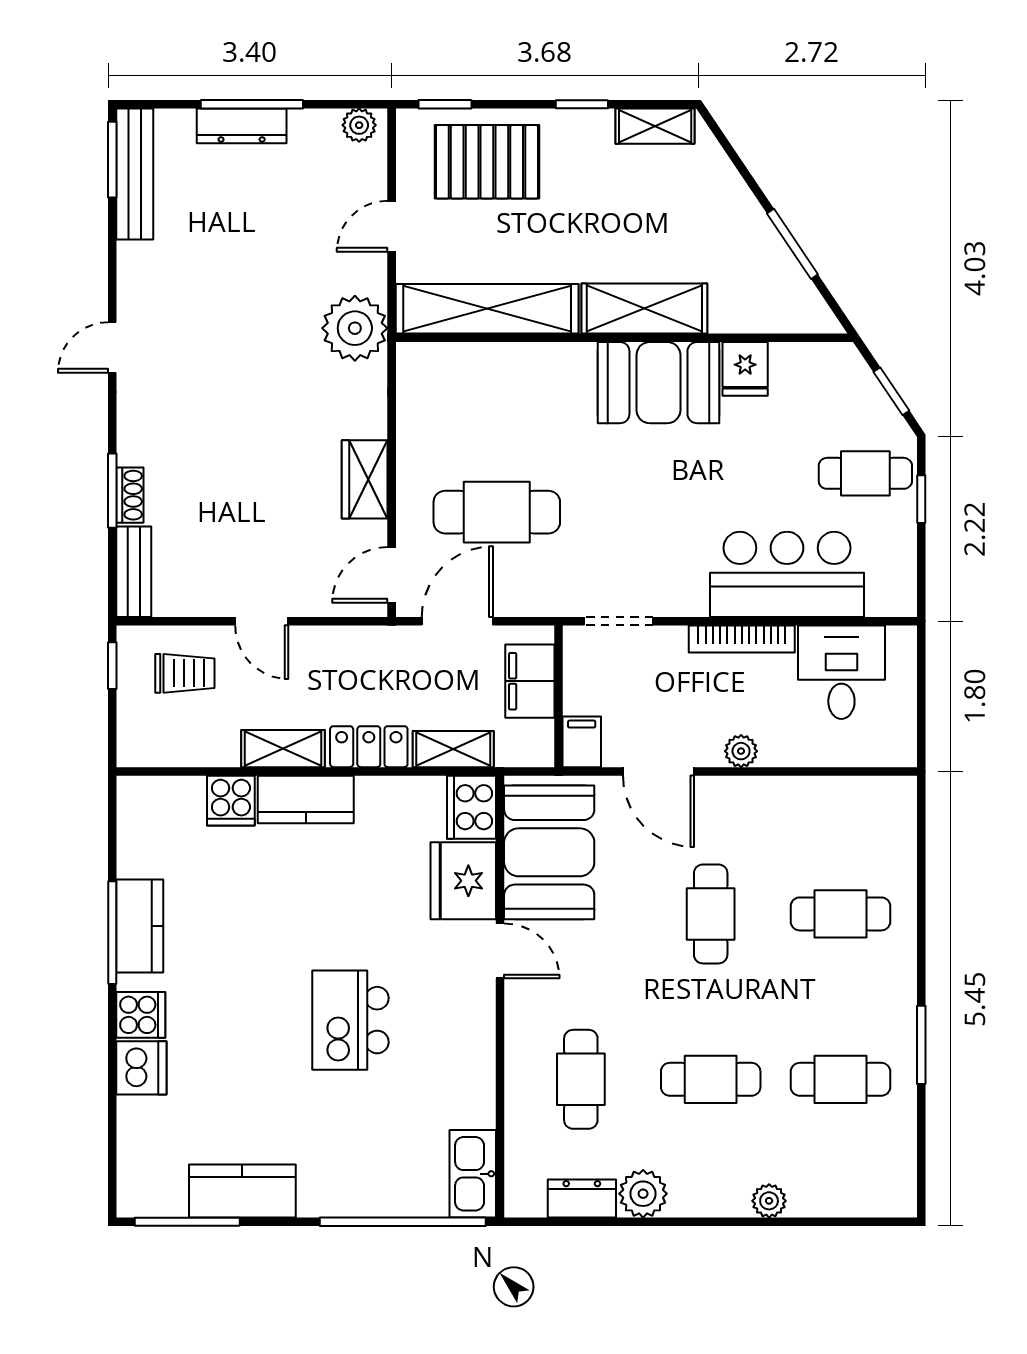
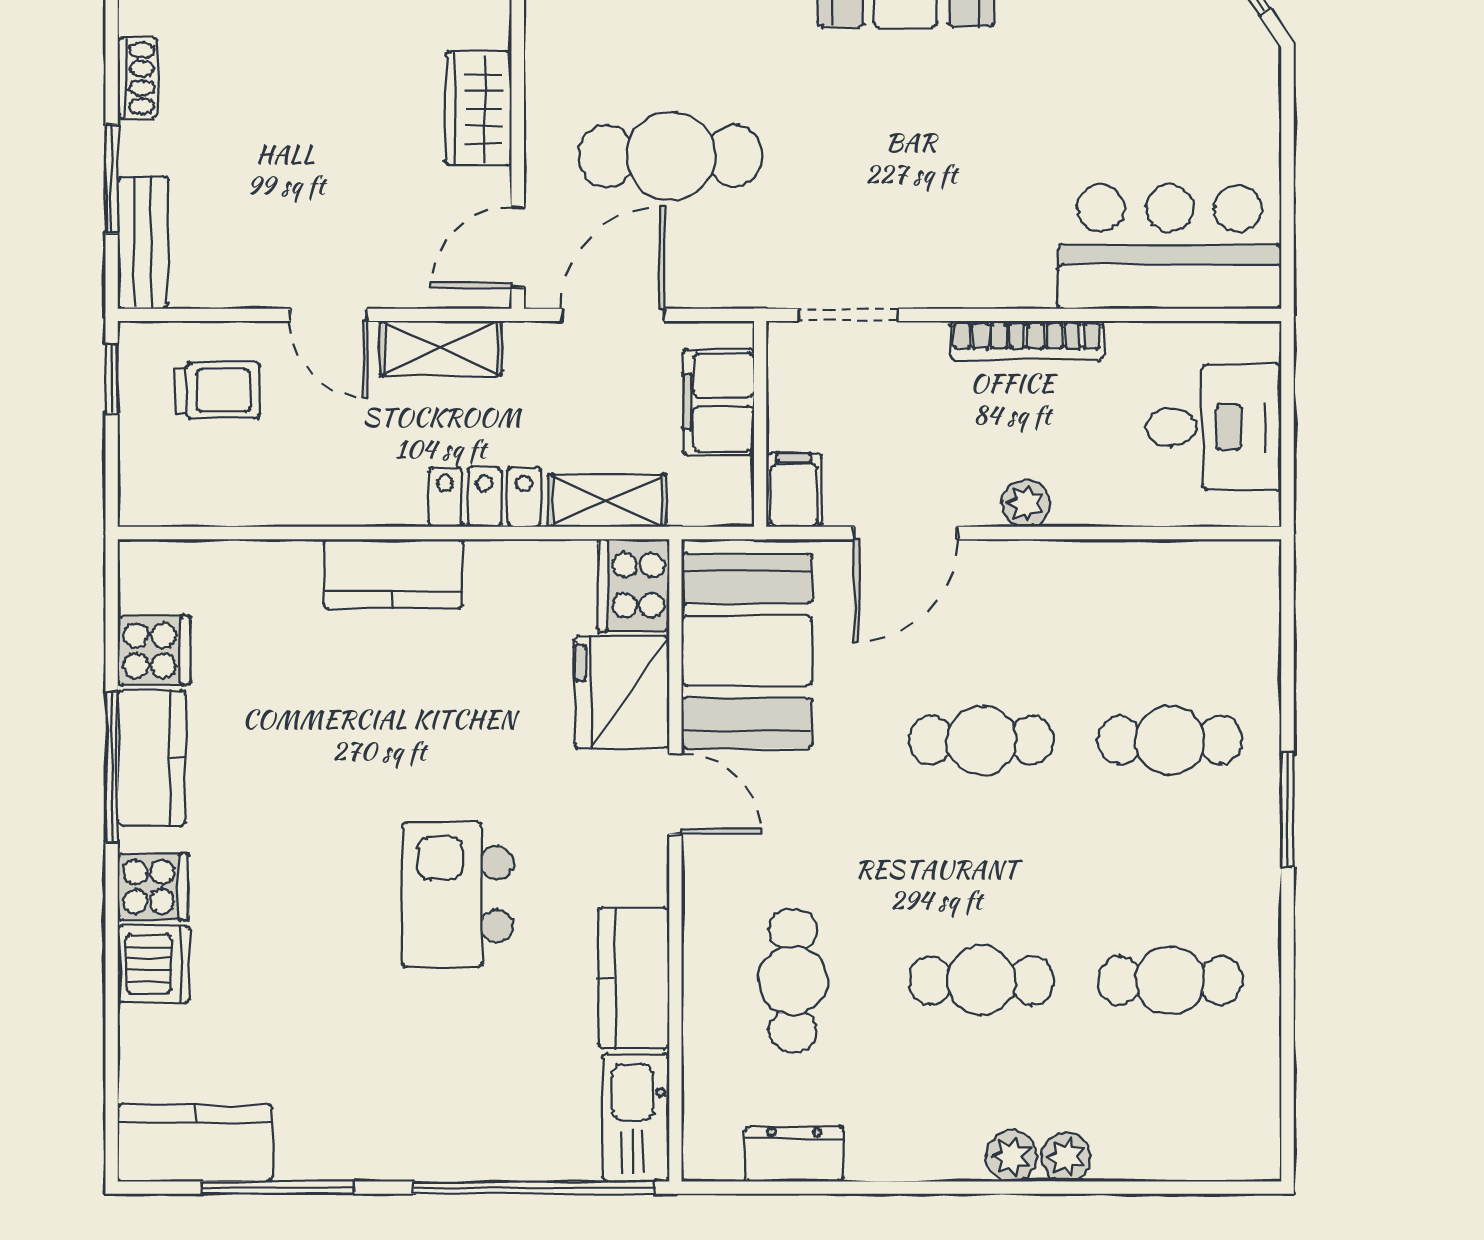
cafe table: (865, 473) -> (1206, 100), removed
window: (112, 491) -> (112, 179), moved
shoe rack: (130, 495) -> (137, 78), moved
window: (921, 499) -> (1287, 137), removed
bar counter: (787, 574) -> (1170, 247), moved
desk: (841, 672) -> (1213, 427), moved, turned 90
shelving: (283, 749) -> (441, 348), moved
door: (658, 771) -> (906, 533), hinge flipped
cooker: (231, 801) -> (154, 651), moved, turned -90
cafe table: (711, 914) -> (981, 740), turned 90
window: (921, 1045) -> (1287, 810), moved
kitchen counter: (471, 1078) -> (634, 978), added
kitchen counter: (242, 1191) -> (195, 1143), moved
plant: (643, 1194) -> (1012, 1156), moved, width x0.73, depth x0.73
window: (187, 1222) -> (278, 1188), moved

